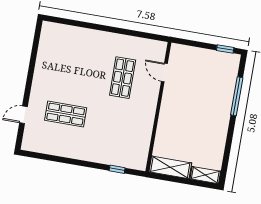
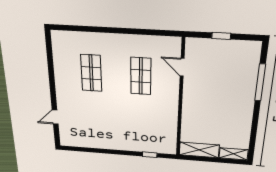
window: (225, 49) -> (221, 36), moved
shop shelf: (66, 114) -> (91, 73), moved, turned 90

